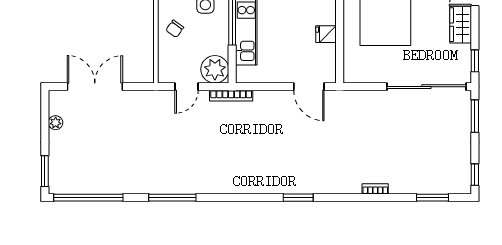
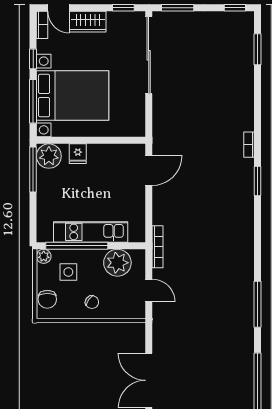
fridge: (326, 34) -> (78, 154), moved
plant: (215, 69) -> (117, 263), moved
bookcase: (375, 189) -> (249, 145), moved

